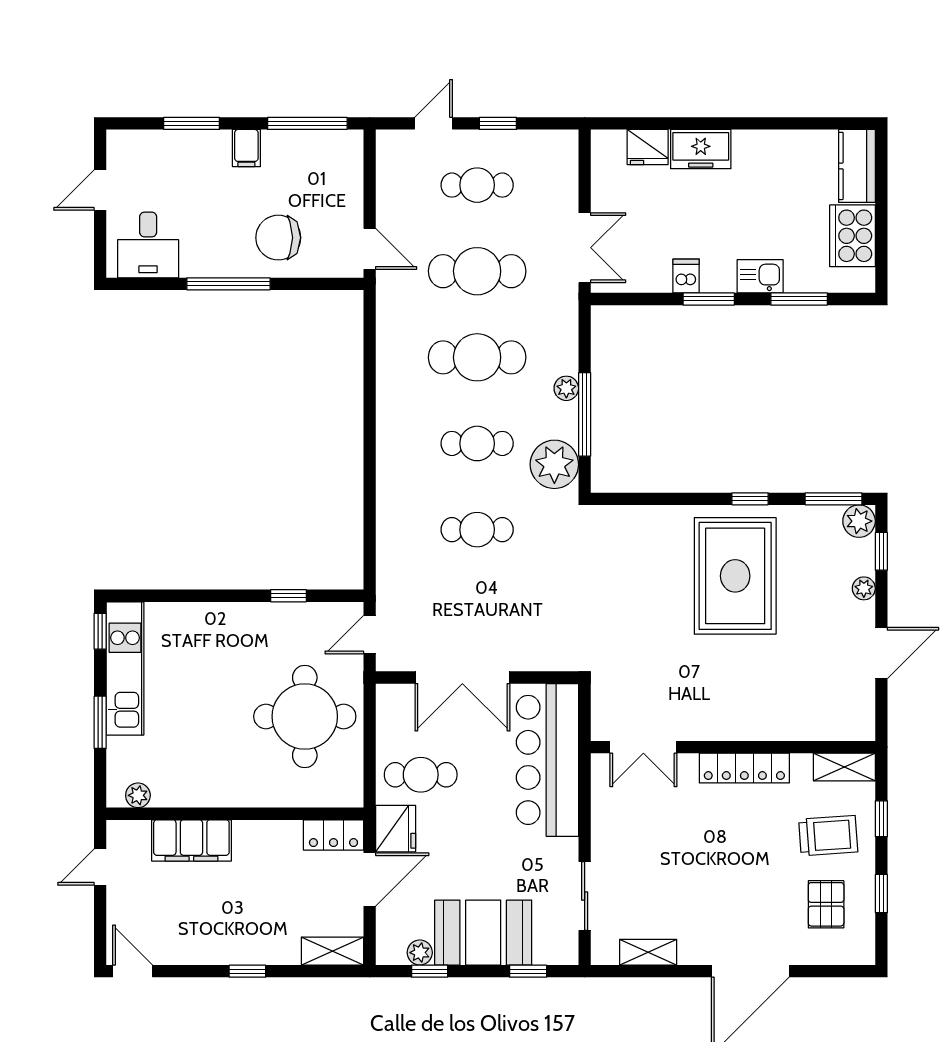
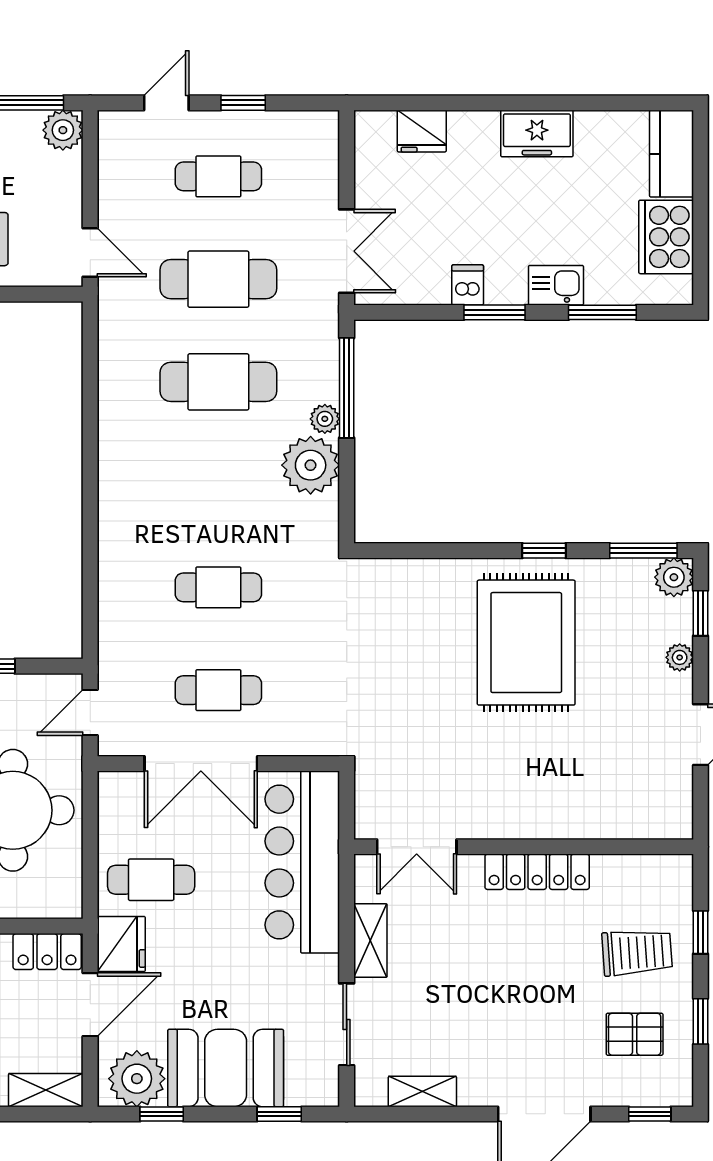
plant: (347, 146) -> (63, 130), added
freezer: (701, 149) -> (537, 133), moved
window: (585, 414) -> (347, 388), moved
cafe table: (477, 443) -> (218, 690), moved
plant: (554, 464) -> (311, 465), moved
shelving: (844, 767) -> (370, 941), moved, turned 90
pallet: (826, 904) -> (635, 1034), turned 90
plant: (420, 953) -> (137, 1079), width x1.87, depth x1.87
window: (839, 971) -> (650, 1114), added

